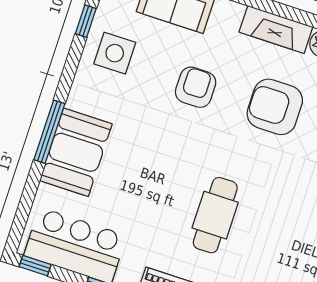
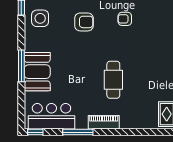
armchair: (196, 87) -> (84, 22), turned 90
armchair: (275, 107) -> (125, 19), width x0.53, depth x0.53

